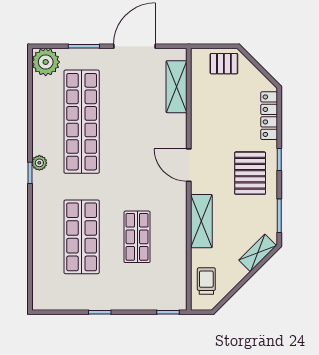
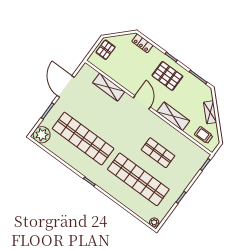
shelving: (176, 87) -> (109, 87), moved
locker: (269, 116) -> (142, 43), width x0.66
plant: (39, 163) -> (154, 222), moved
door: (189, 165) -> (142, 102), swing flipped
shop shelf: (82, 237) -> (138, 179), width x1.40
shelving: (258, 253) -> (210, 112), moved

